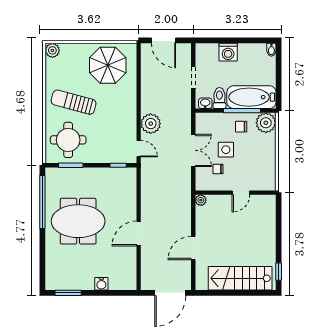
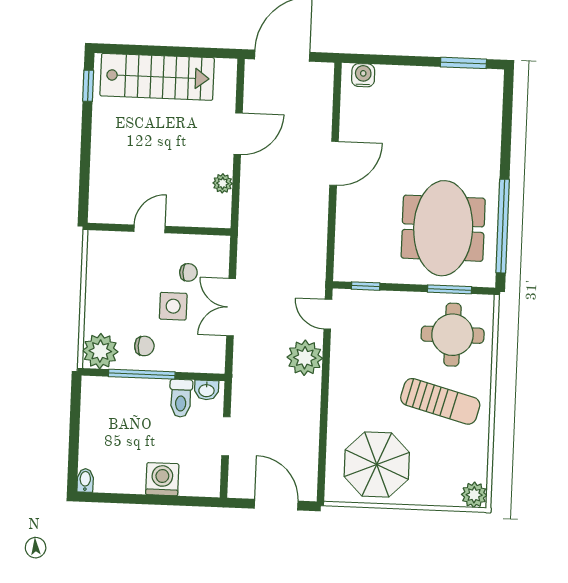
bathtub: (251, 97) -> (124, 398), removed
plant: (201, 200) -> (223, 183), moved
meeting table: (78, 221) -> (443, 228), moved, turned 90
water cooler: (101, 284) -> (363, 75), moved

